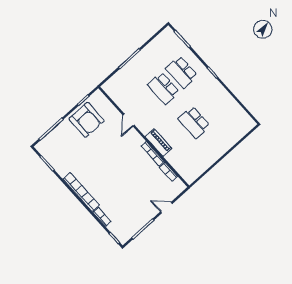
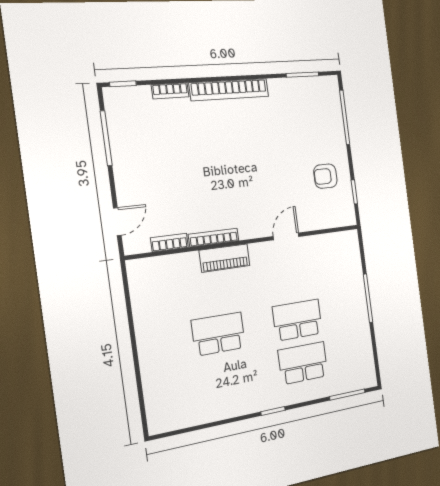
armchair: (87, 120) -> (325, 176), width x0.53, depth x0.53
door: (129, 120) -> (286, 236), hinge flipped
door: (166, 208) -> (117, 222), moved

